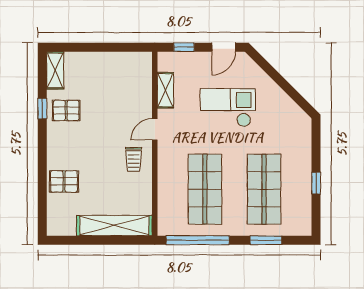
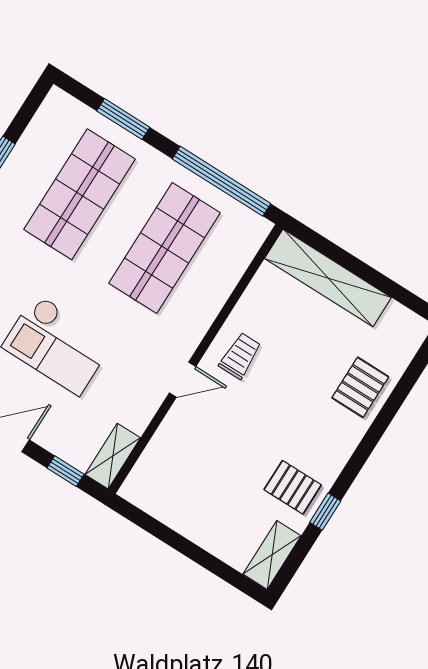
shelving: (165, 90) -> (113, 456), moved
pallet: (64, 181) -> (360, 387), turned 90

